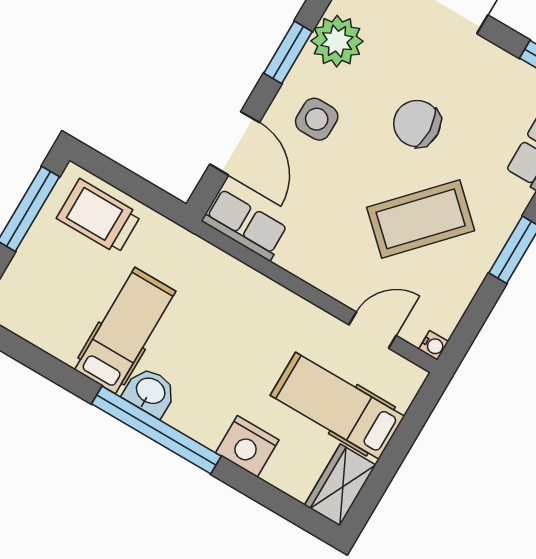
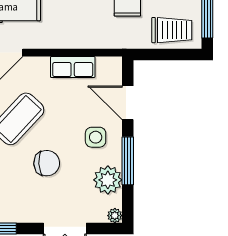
window: (288, 52) -> (128, 161), width x1.44
row of seats: (245, 225) -> (73, 67), moved

